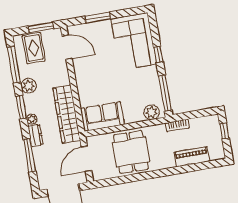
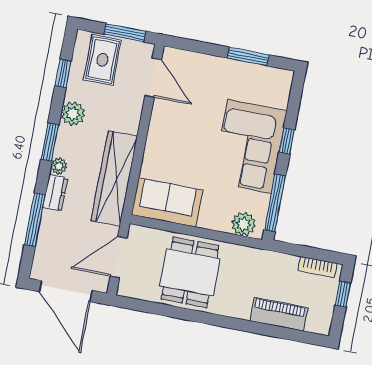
window: (98, 18) -> (248, 56), moved
corner sofa: (134, 41) -> (250, 146), moved
window: (14, 65) -> (63, 73), width x0.46
bookcase: (177, 125) -> (317, 267), moved

